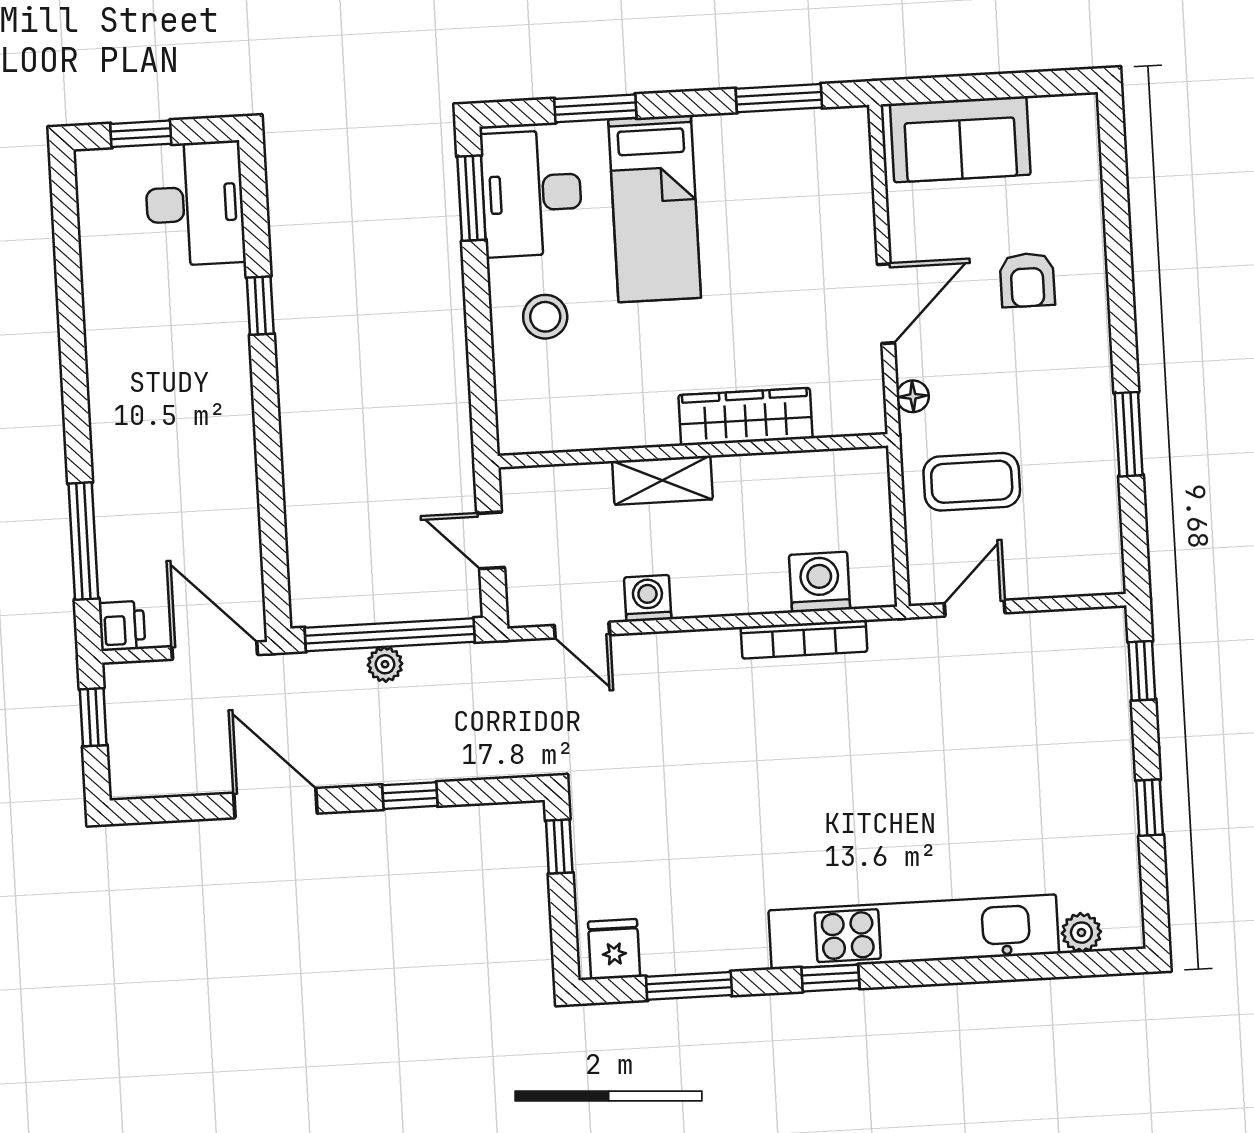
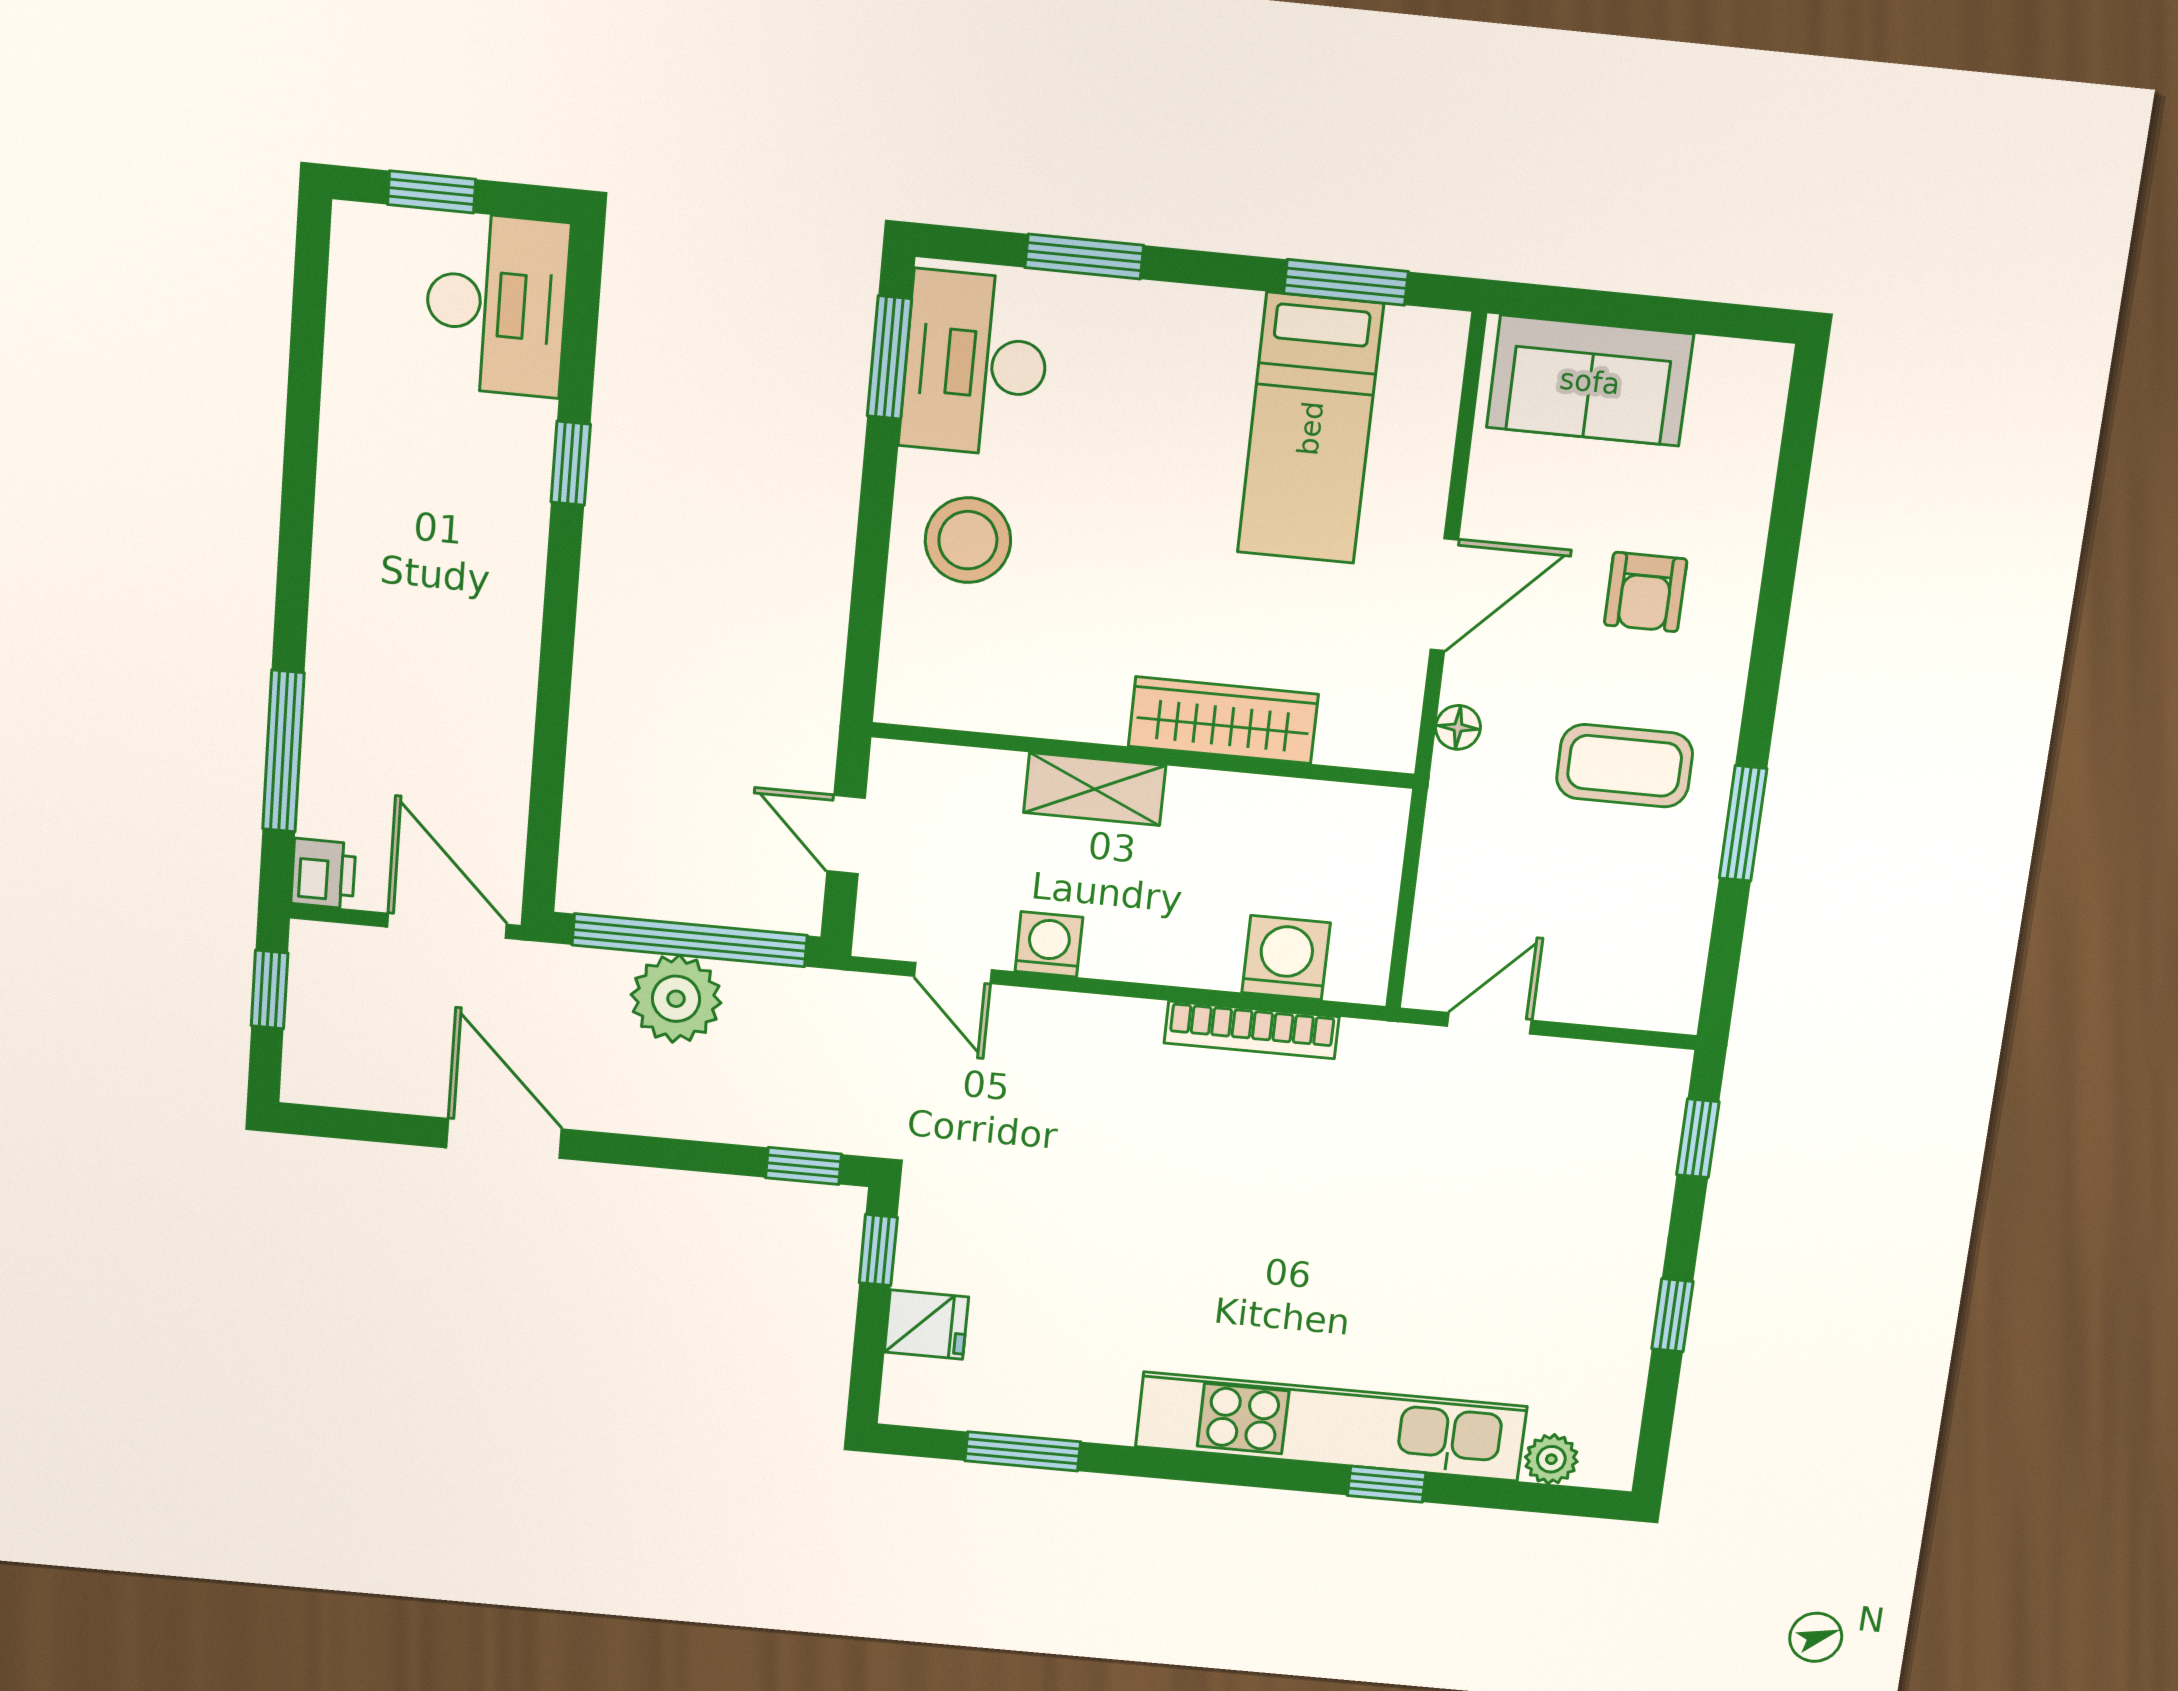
bed: (655, 209) -> (1310, 428), moved
stool: (545, 317) -> (968, 540), width x1.38, depth x1.38
coffee table: (972, 482) -> (1625, 766), moved
plant: (385, 664) -> (676, 999), width x1.87, depth x1.87
window: (410, 796) -> (804, 1166), moved
fridge: (614, 949) -> (926, 1325), moved, turned 90
window: (830, 978) -> (1387, 1484), moved

